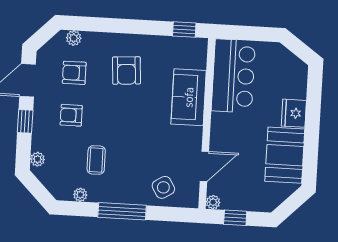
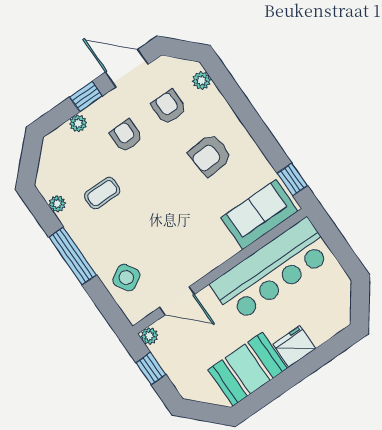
bar counter: (233, 76) -> (272, 270), width x1.36
sofa: (189, 97) -> (259, 214), moved
plant: (37, 159) -> (78, 123), moved

